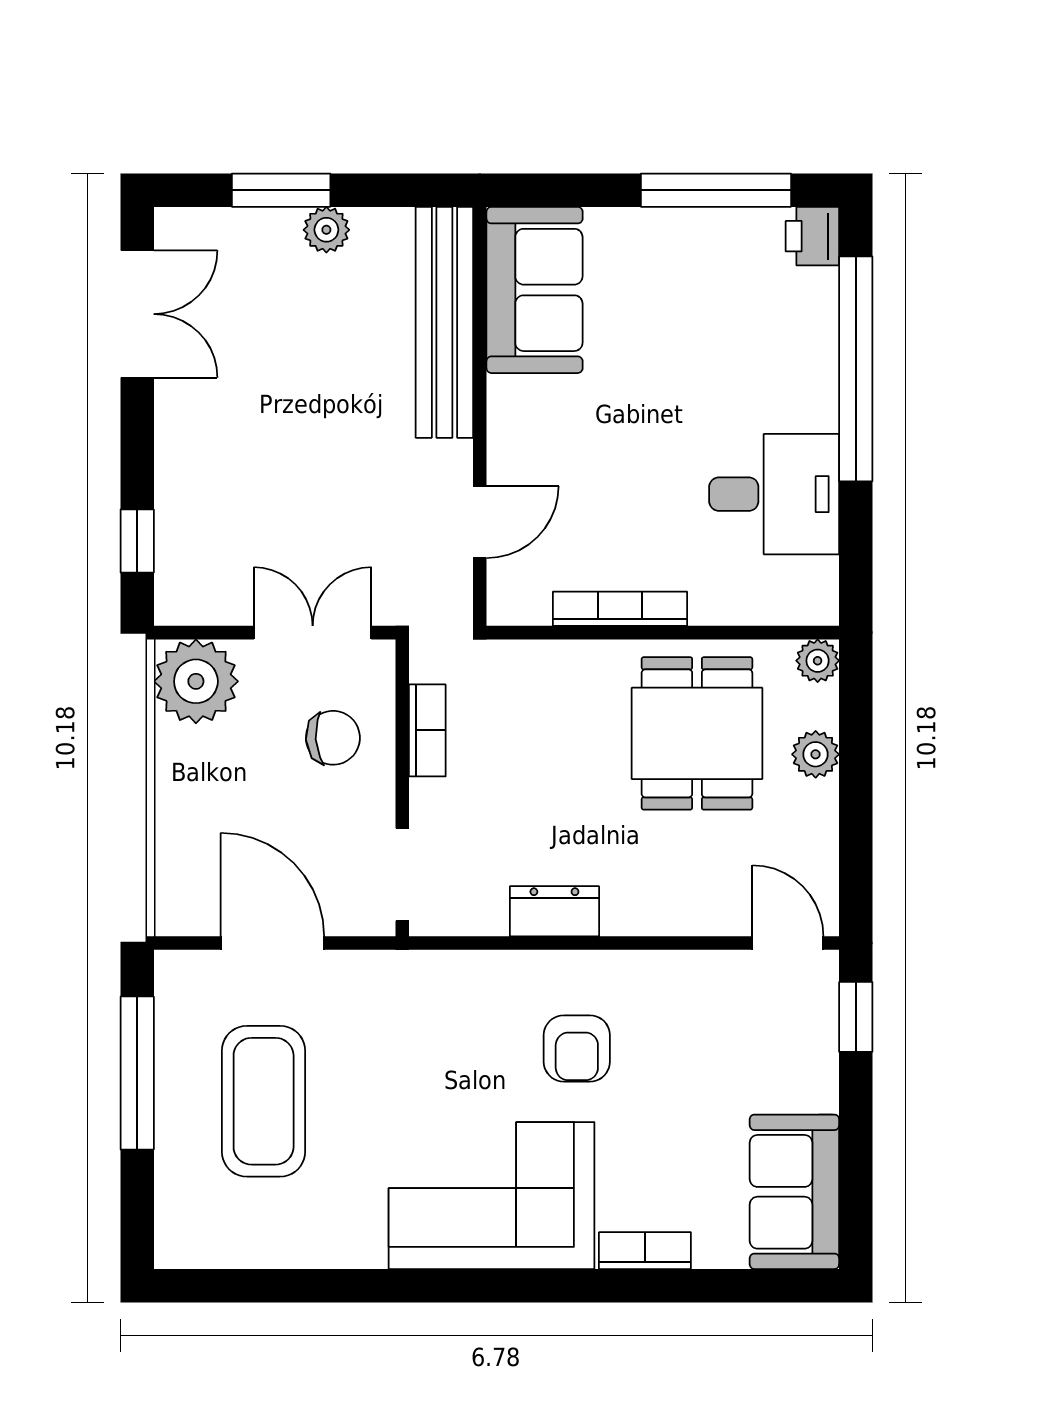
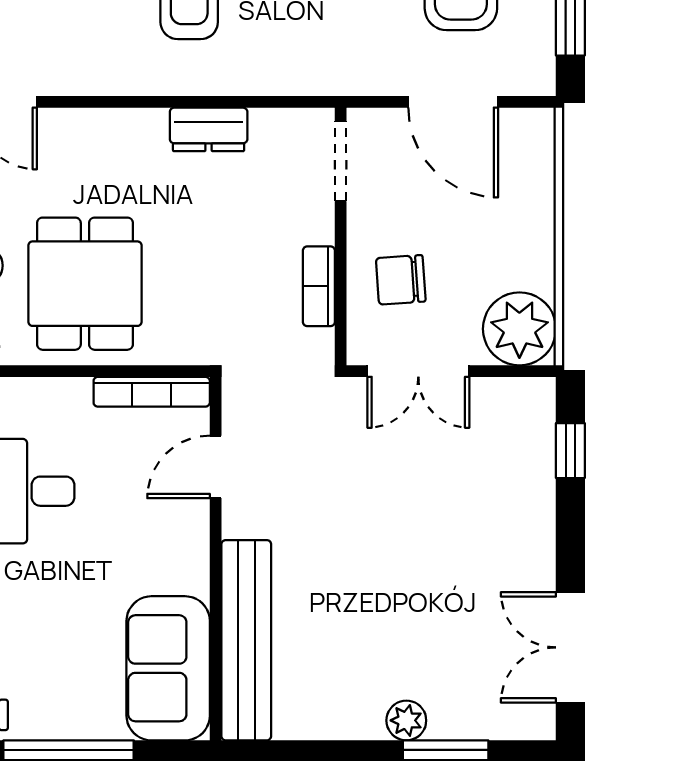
sofa: (535, 290) -> (168, 668), moved
bench: (444, 322) -> (246, 640), moved
wall: (480, 416) -> (216, 559), moved
door: (480, 522) -> (216, 467), moved

